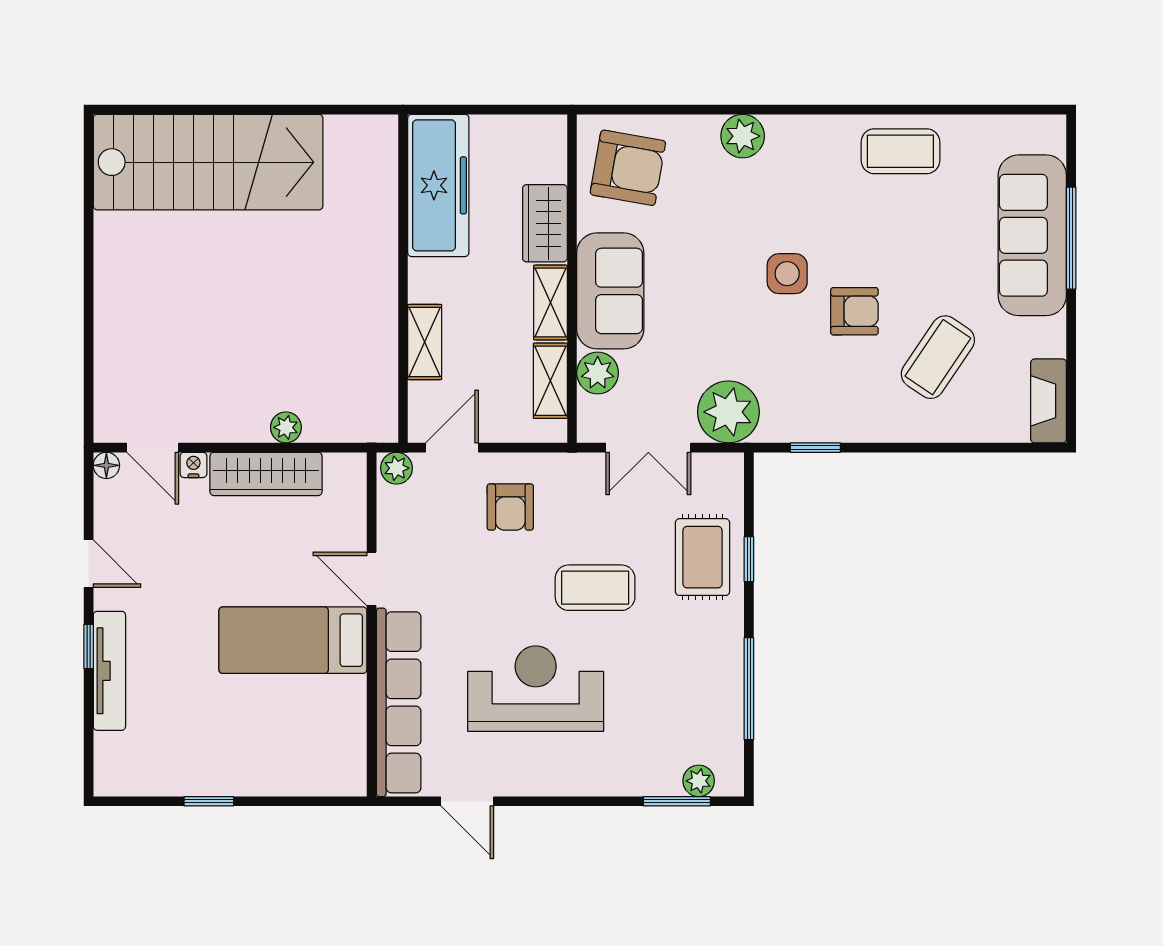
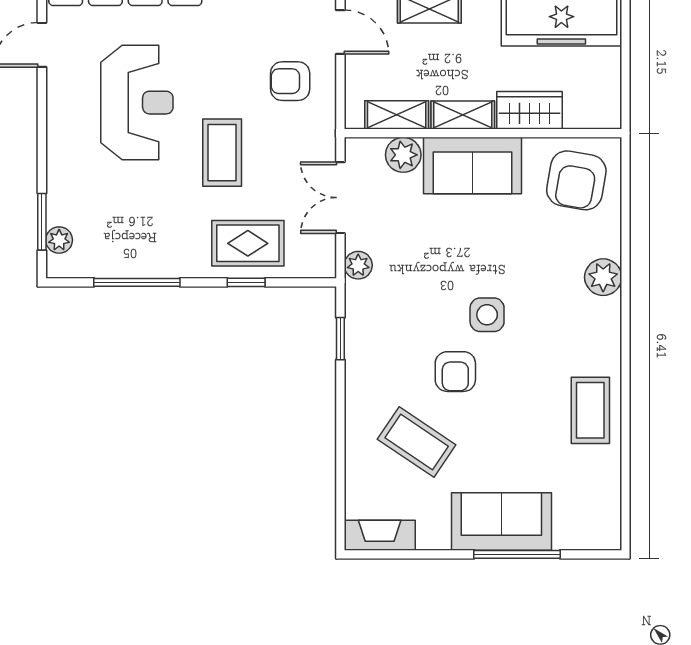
sofa: (1032, 235) -> (501, 522), width x0.73
plant: (728, 412) -> (358, 265), width x0.53, depth x0.53

